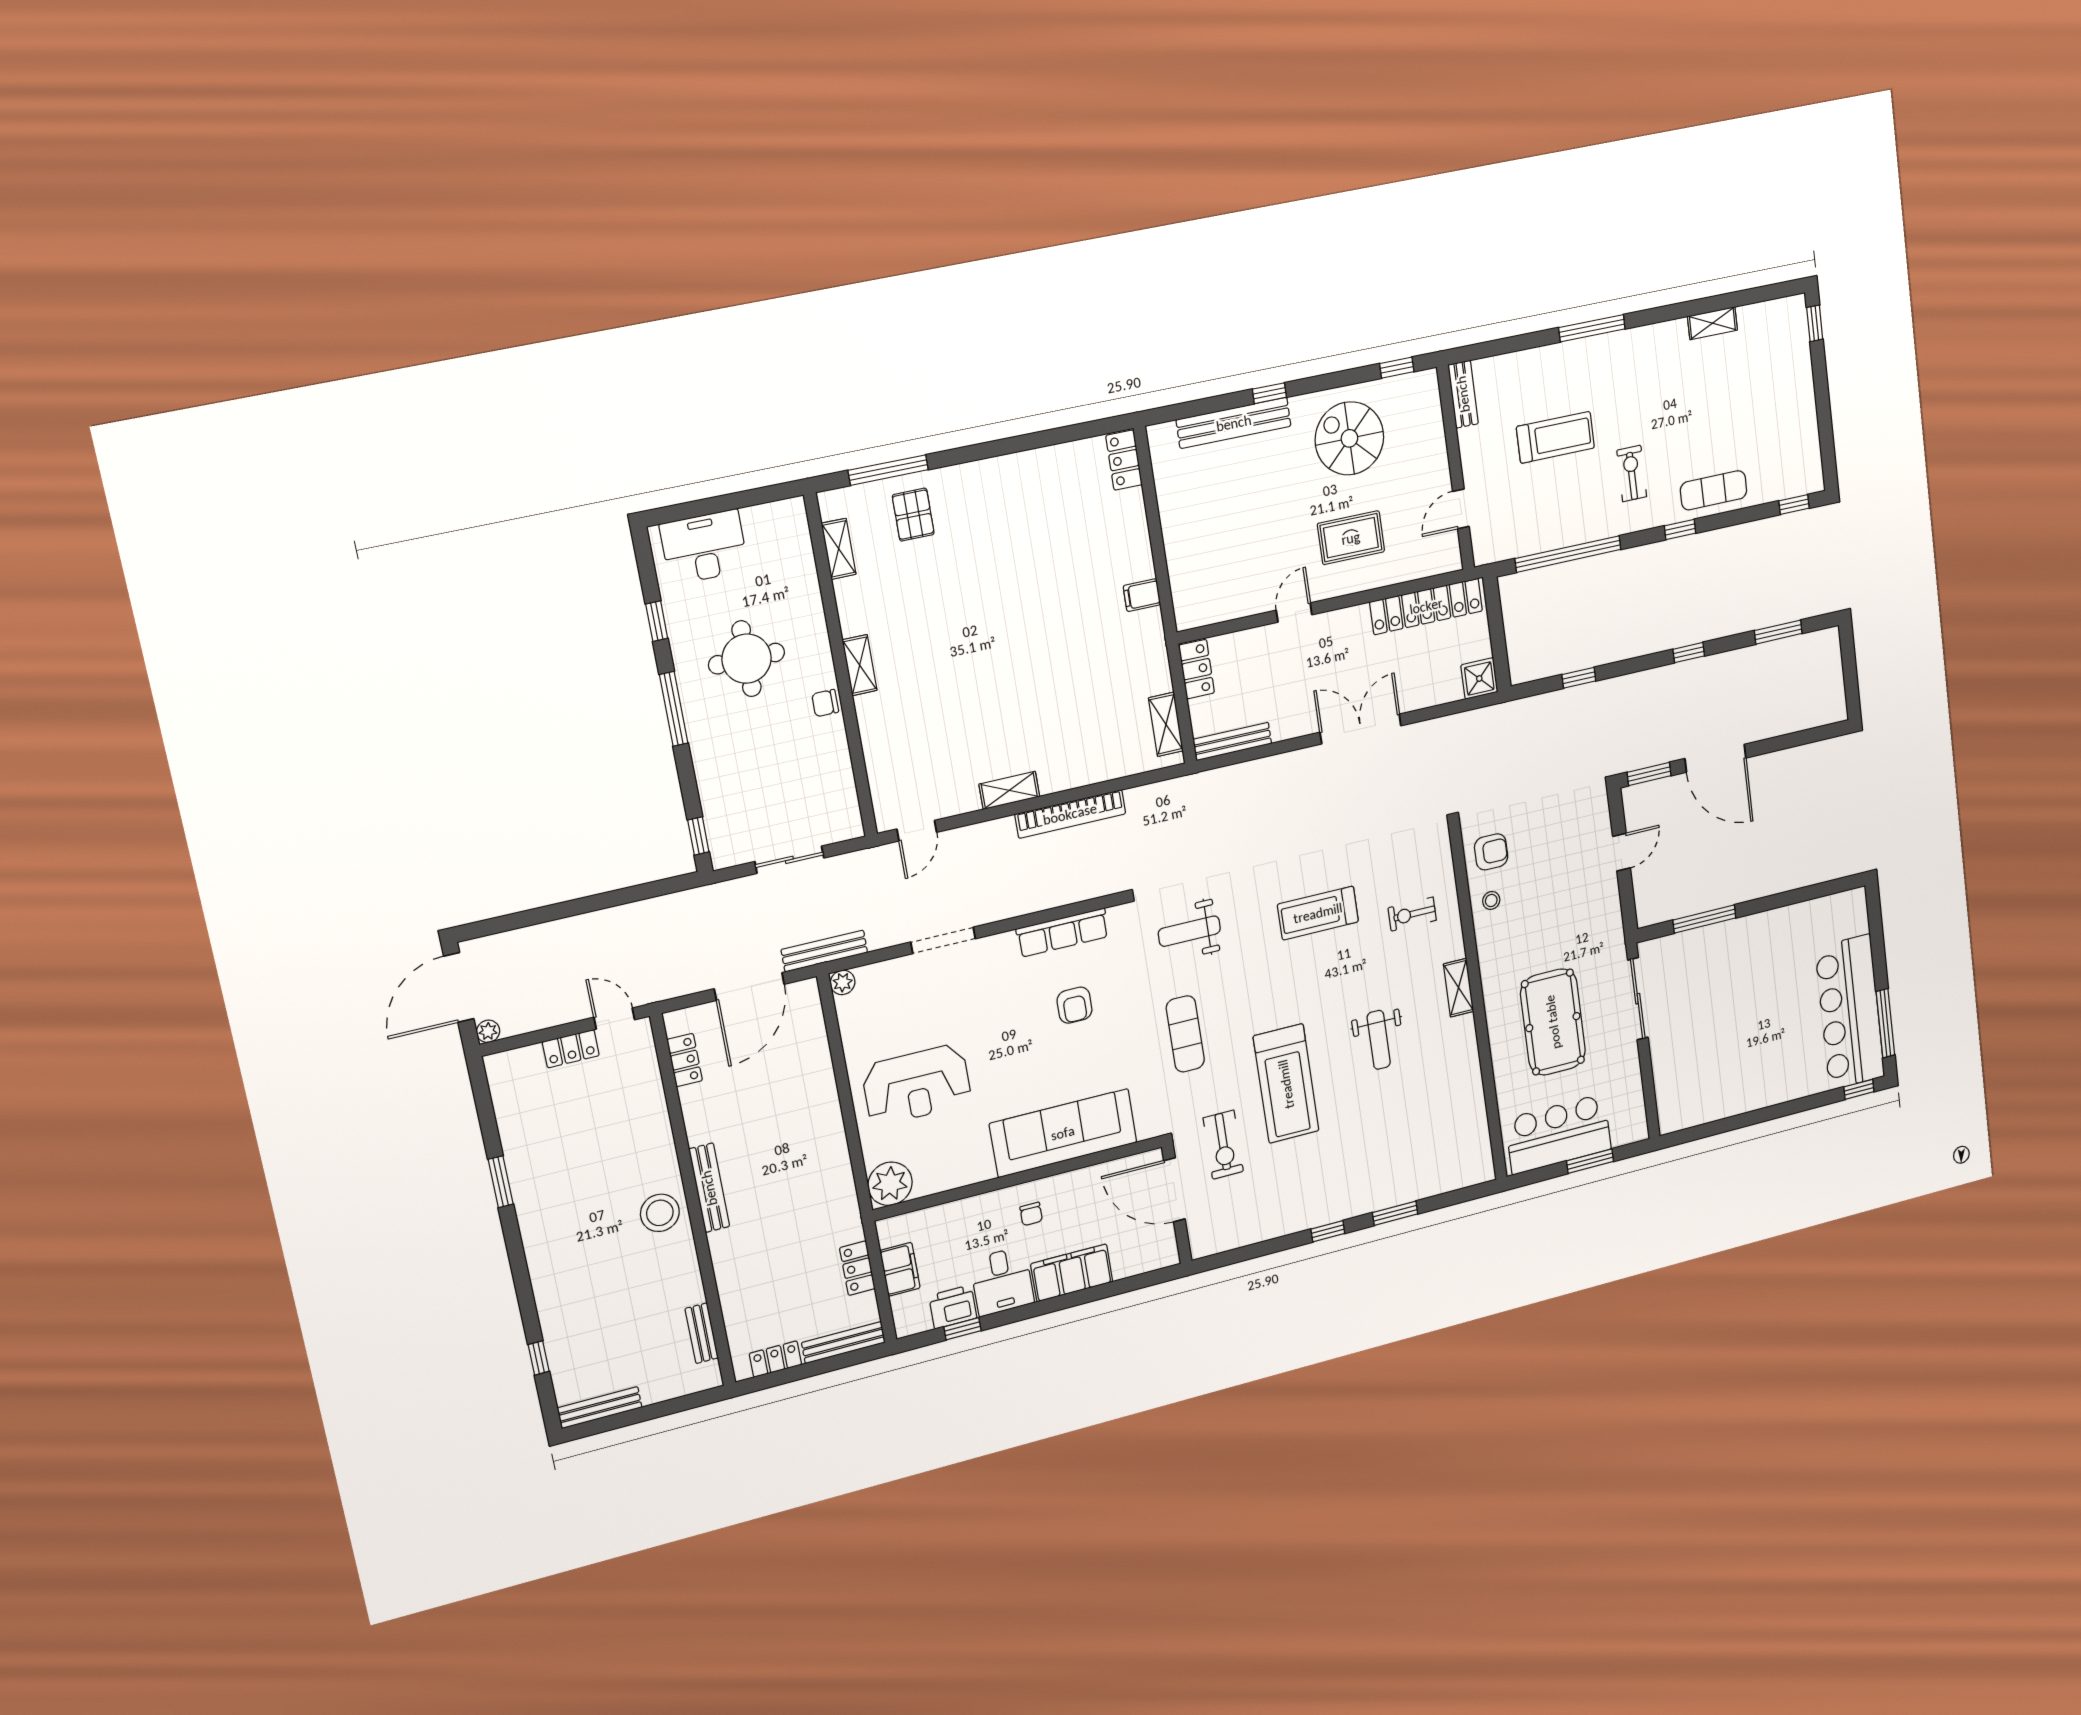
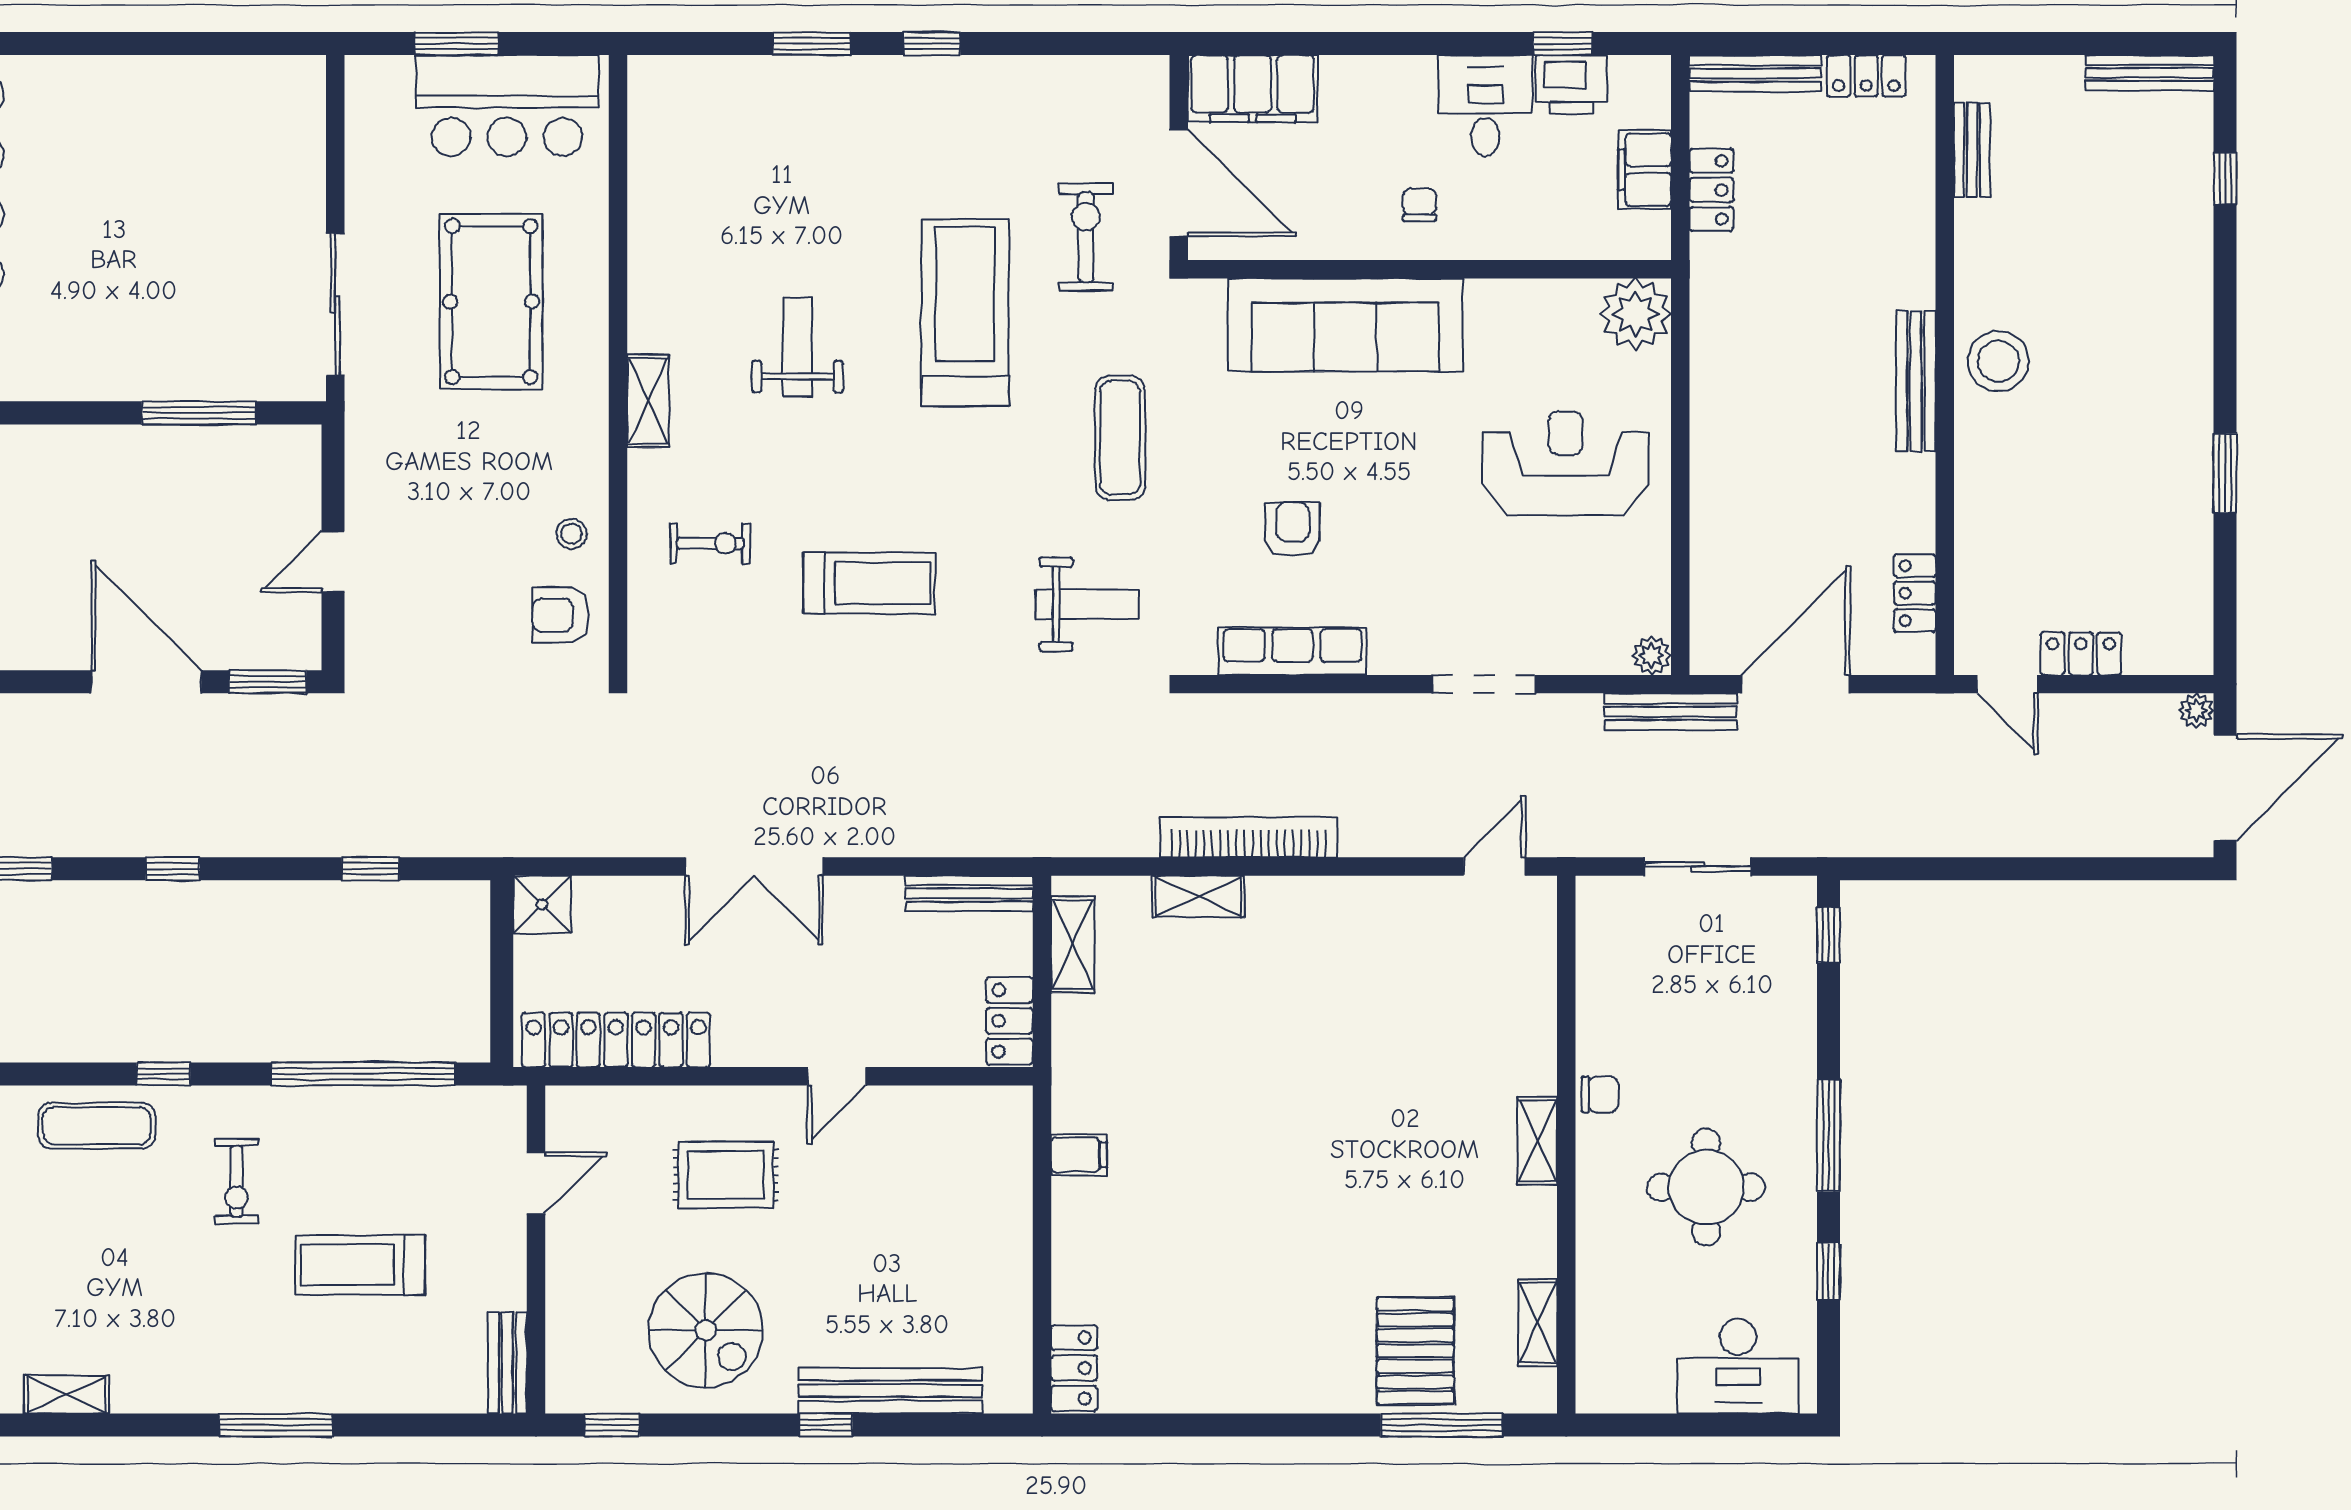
pallet: (913, 515) -> (1415, 1351), width x1.50, depth x1.42
shelving: (1009, 790) -> (1198, 896), moved
filing cabinet: (1072, 1273) -> (1253, 89), moved

